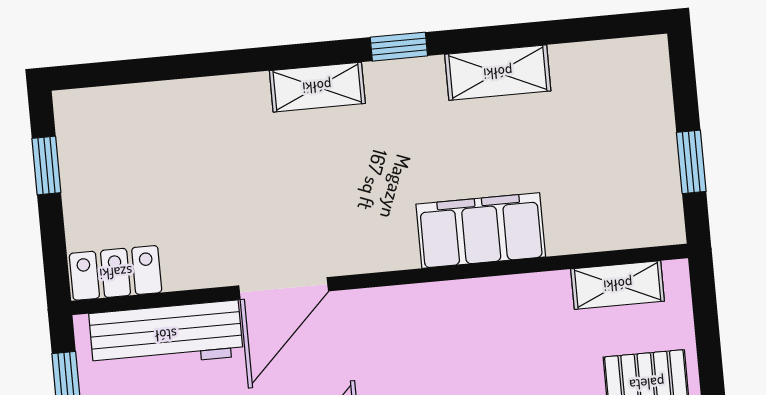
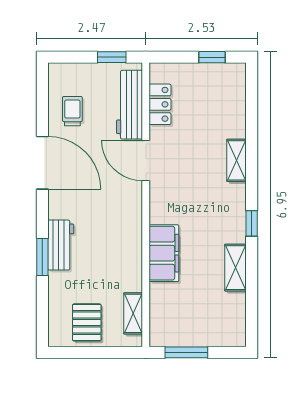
shelving: (317, 87) -> (236, 160), moved
window: (691, 162) -> (186, 352), width x1.50
locker: (116, 273) -> (160, 104), moved

